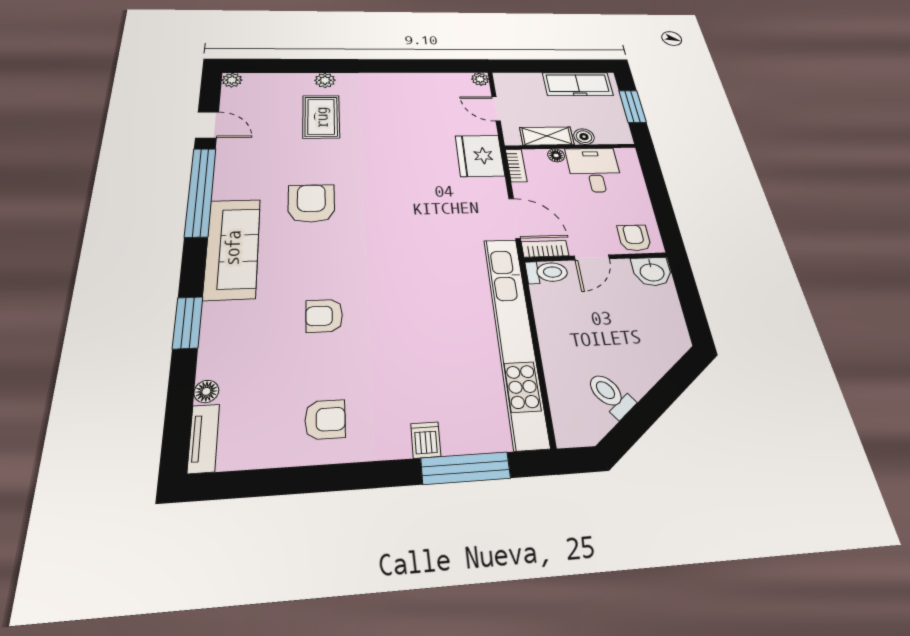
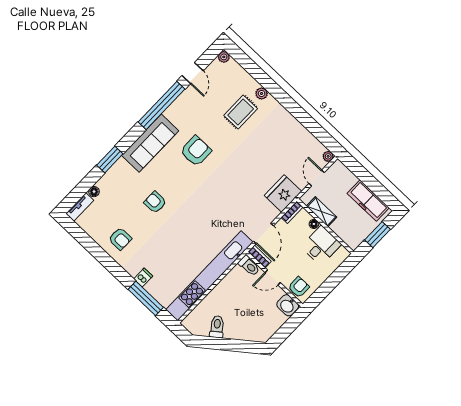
boiler: (584, 137) -> (337, 227), removed

